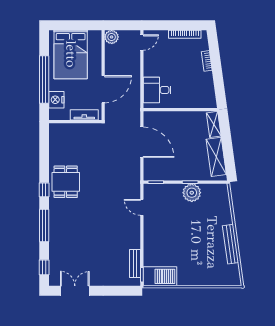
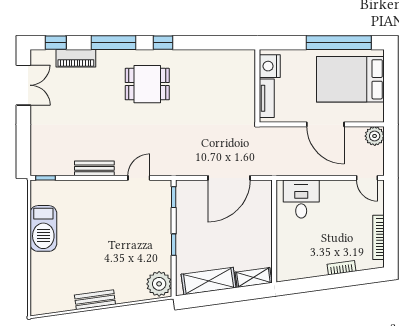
window: (44, 79) -> (339, 43), moved
door: (103, 89) -> (325, 124), moved
nightstand: (56, 100) -> (270, 66), moved, turned -90
dining table: (66, 182) -> (147, 84), moved
plant: (192, 193) -> (159, 284), moved
bench: (231, 244) -> (95, 300), width x0.73
piano: (55, 253) -> (76, 58), added
bench: (135, 263) -> (94, 168), moved
barbecue: (160, 276) -> (43, 228), moved

